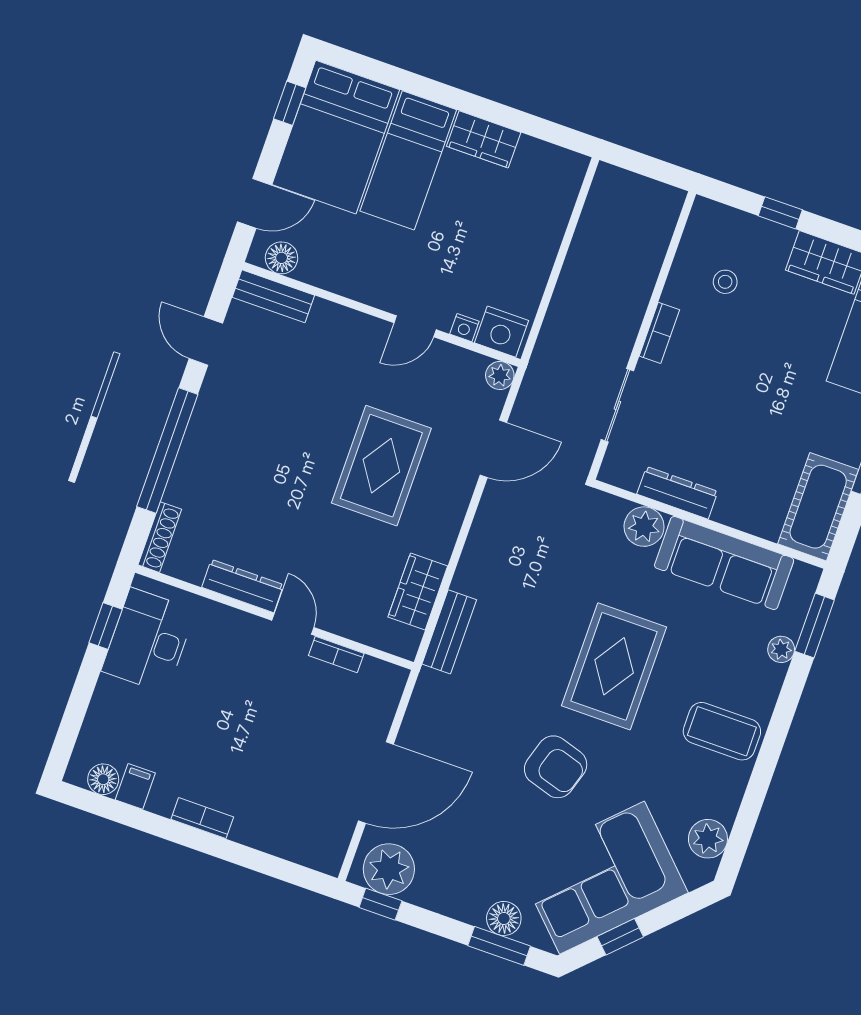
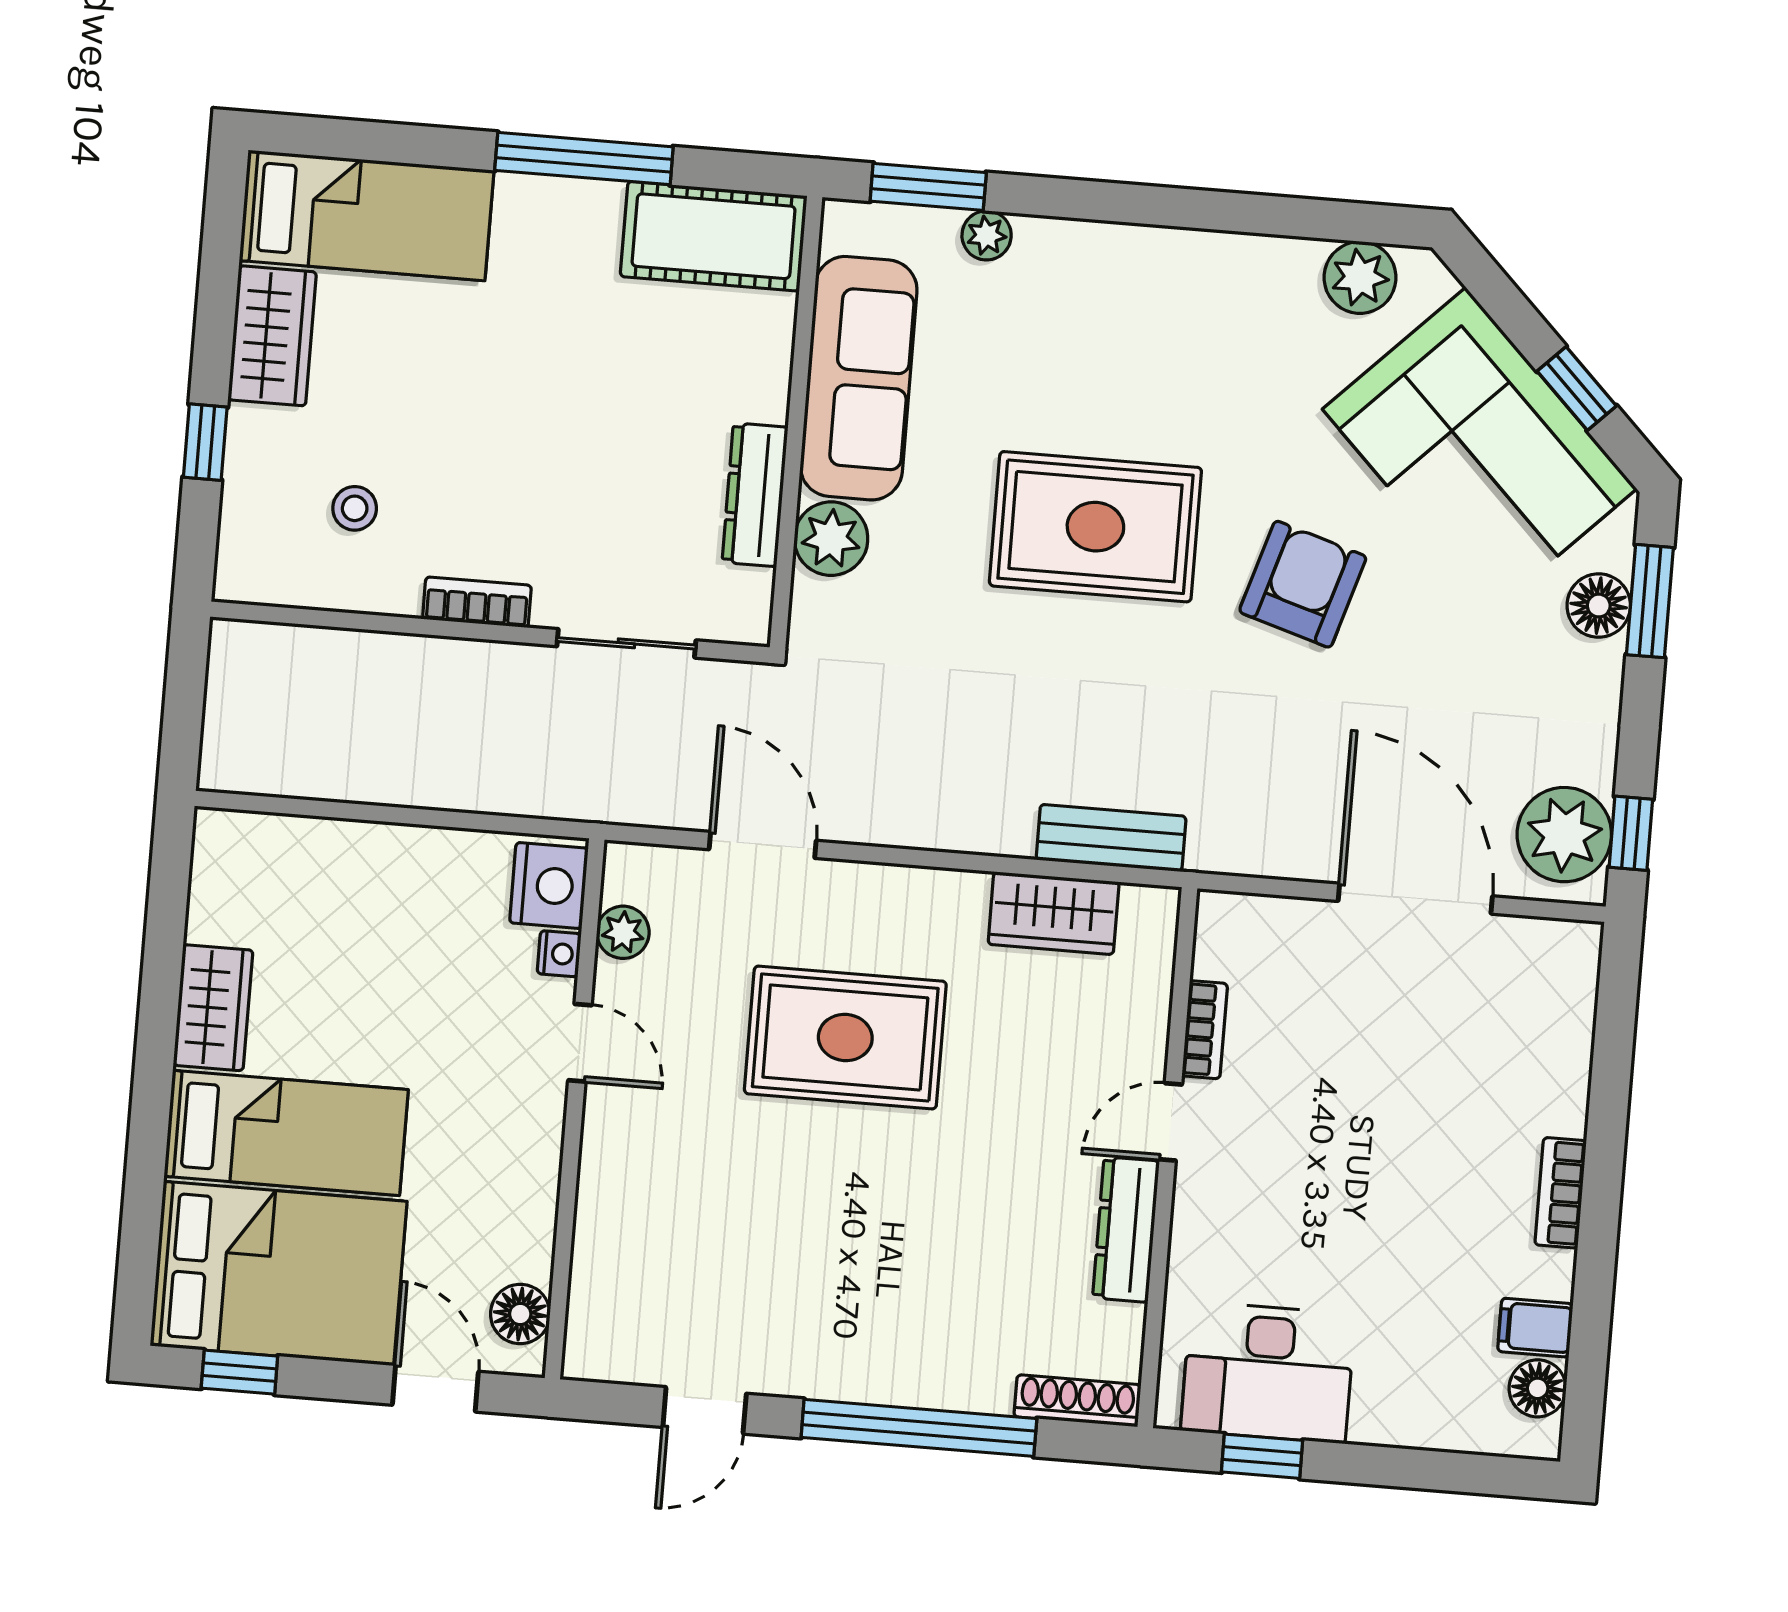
bench: (273, 296) -> (593, 1311), removed
plant: (500, 375) -> (623, 932), moved
coffee table: (722, 731) -> (1161, 303), removed

